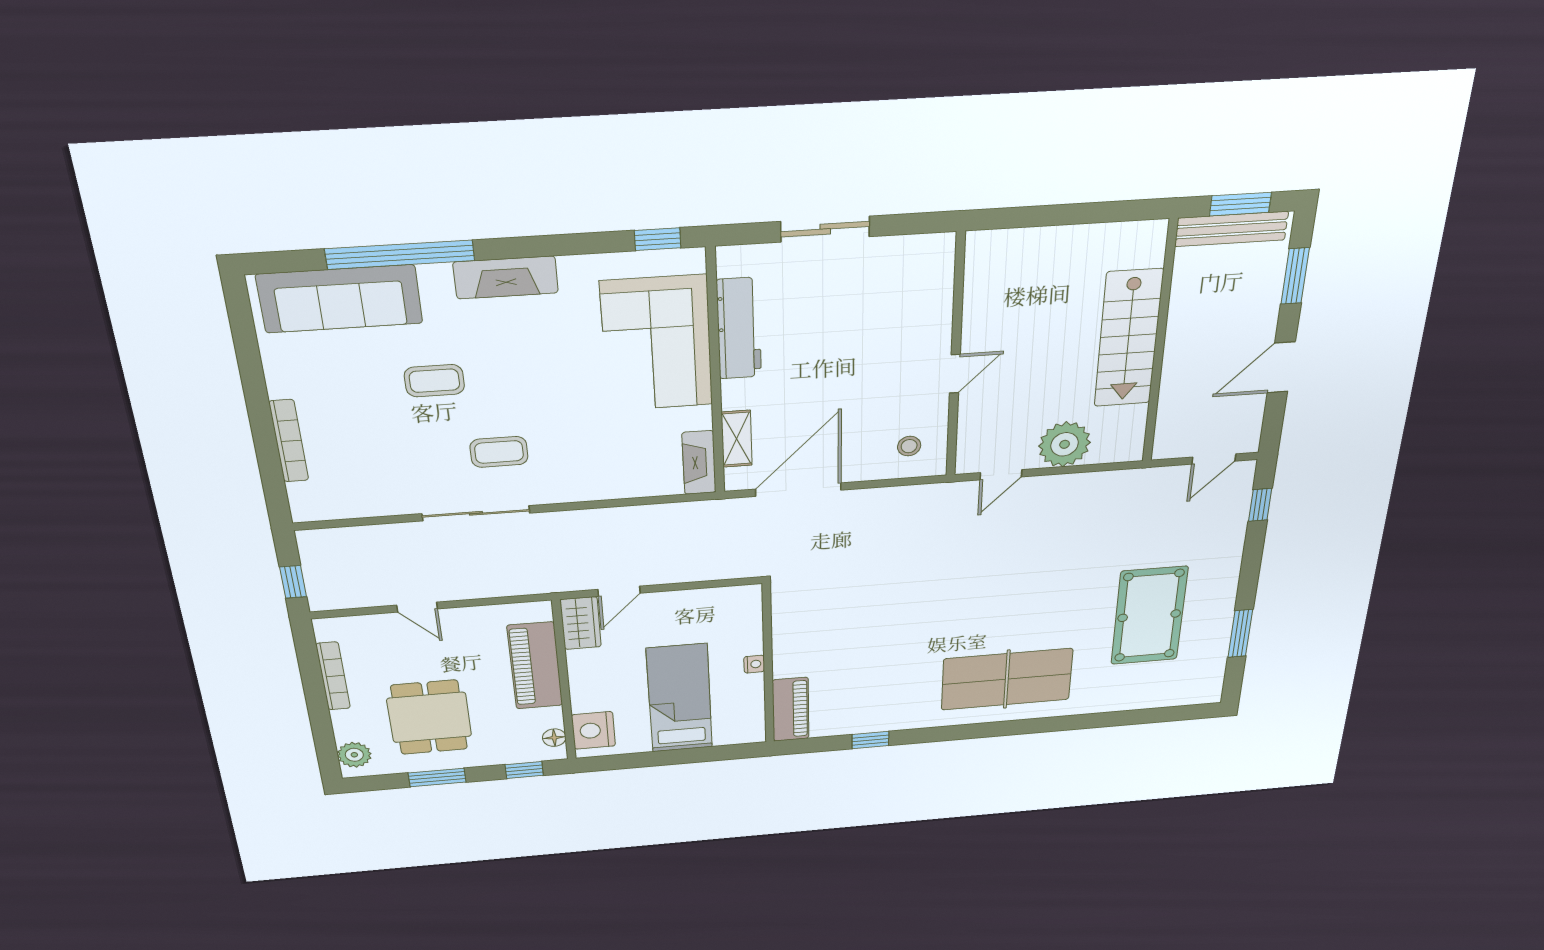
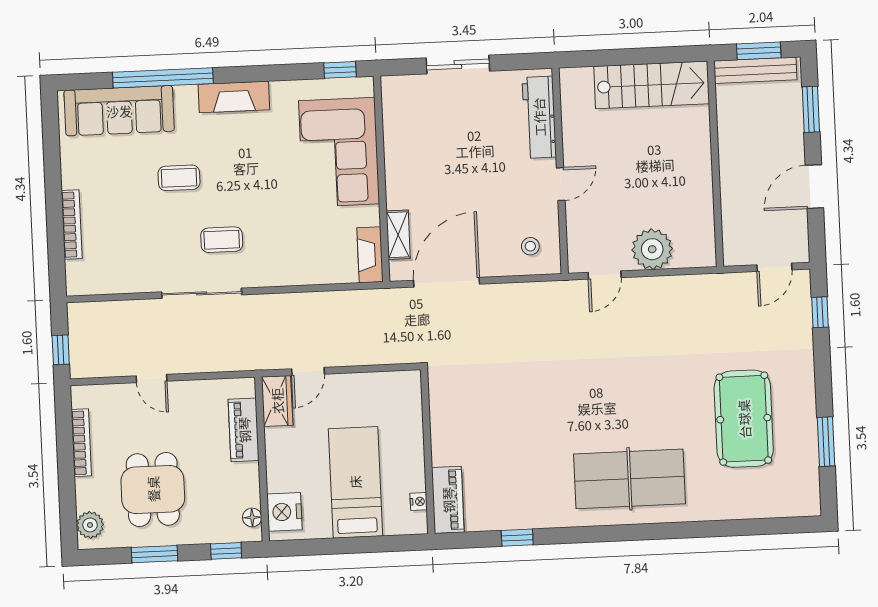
workbench: (739, 329) -> (539, 117), moved, turned 180
stairs: (1128, 338) -> (652, 85), moved, turned -90
nightstand: (754, 664) -> (419, 501), moved
piano: (535, 666) -> (244, 430), width x0.73, depth x0.75

